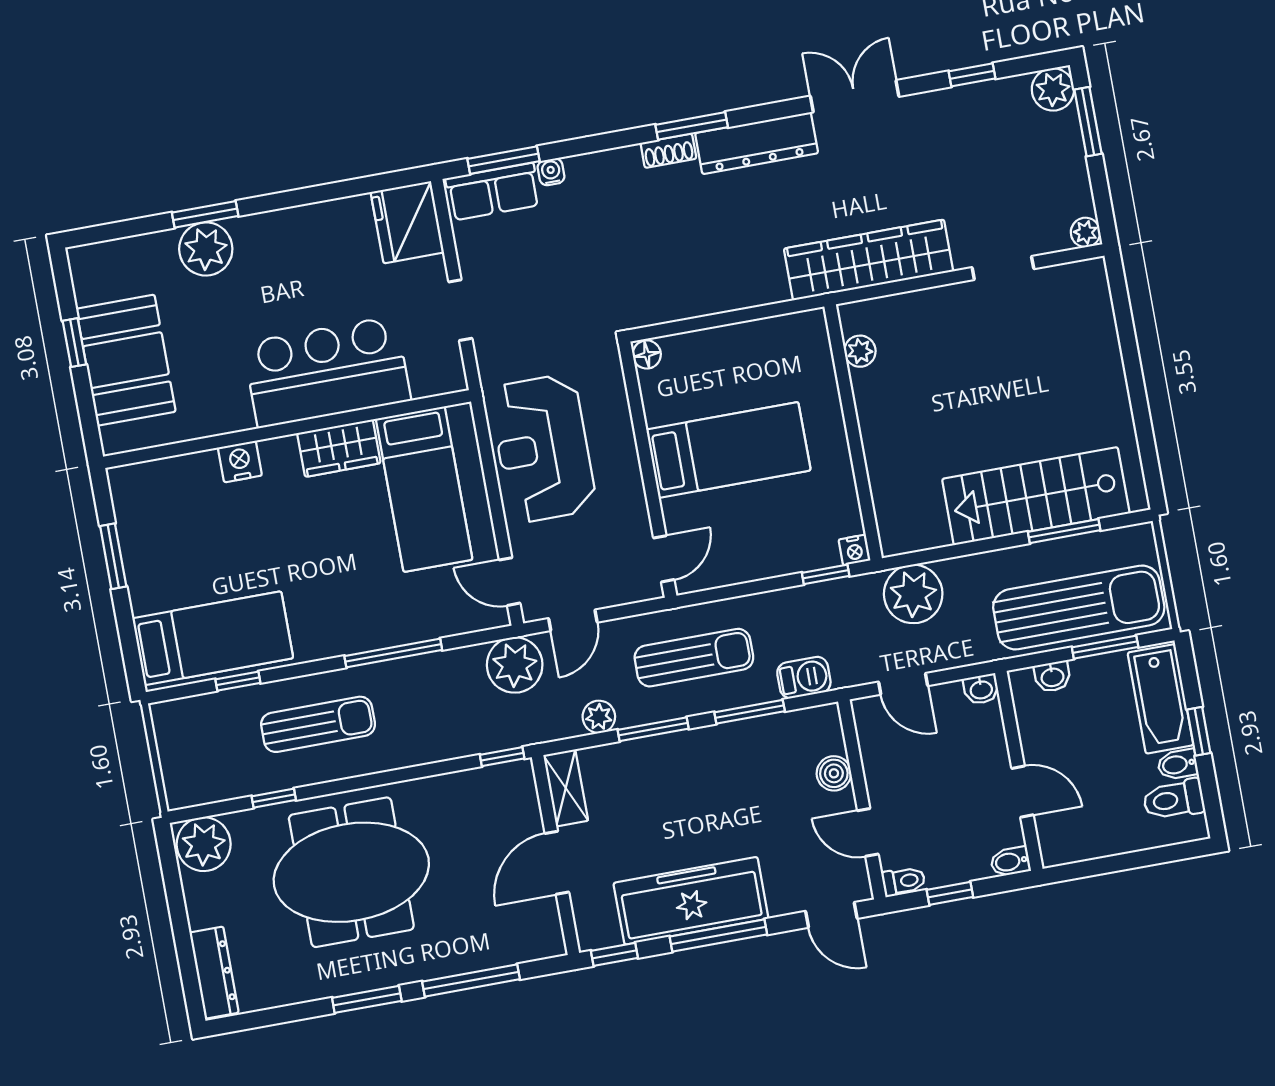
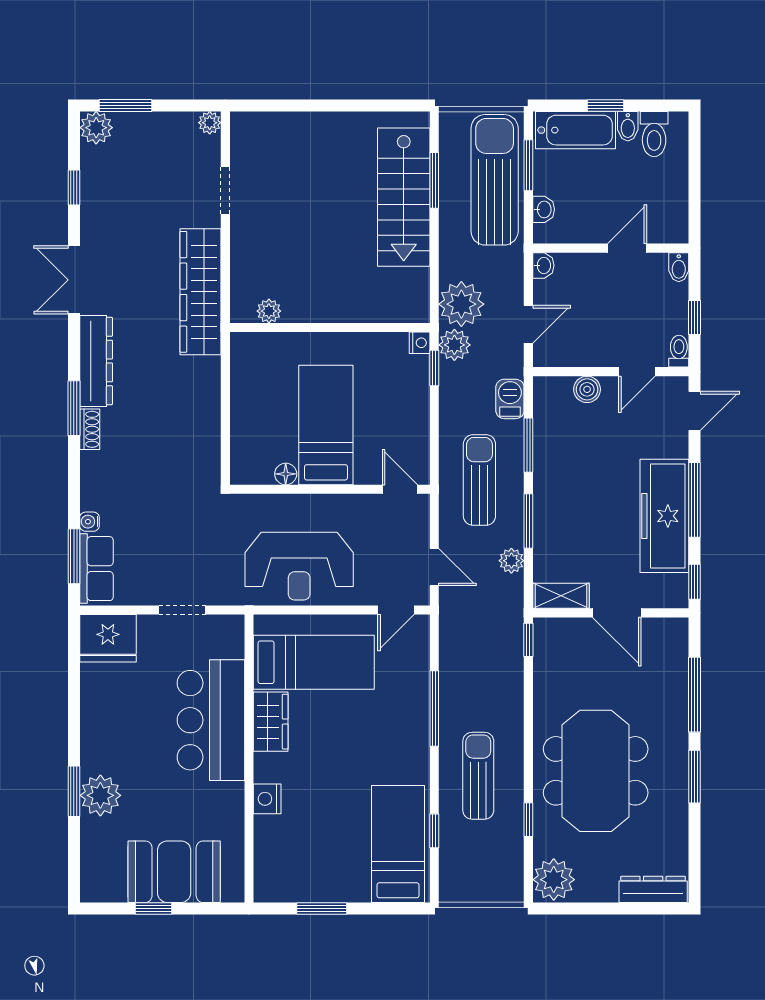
floor lamp: (647, 354) -> (286, 474), moved
plant: (515, 665) -> (454, 345), moved, width x0.73, depth x0.73

